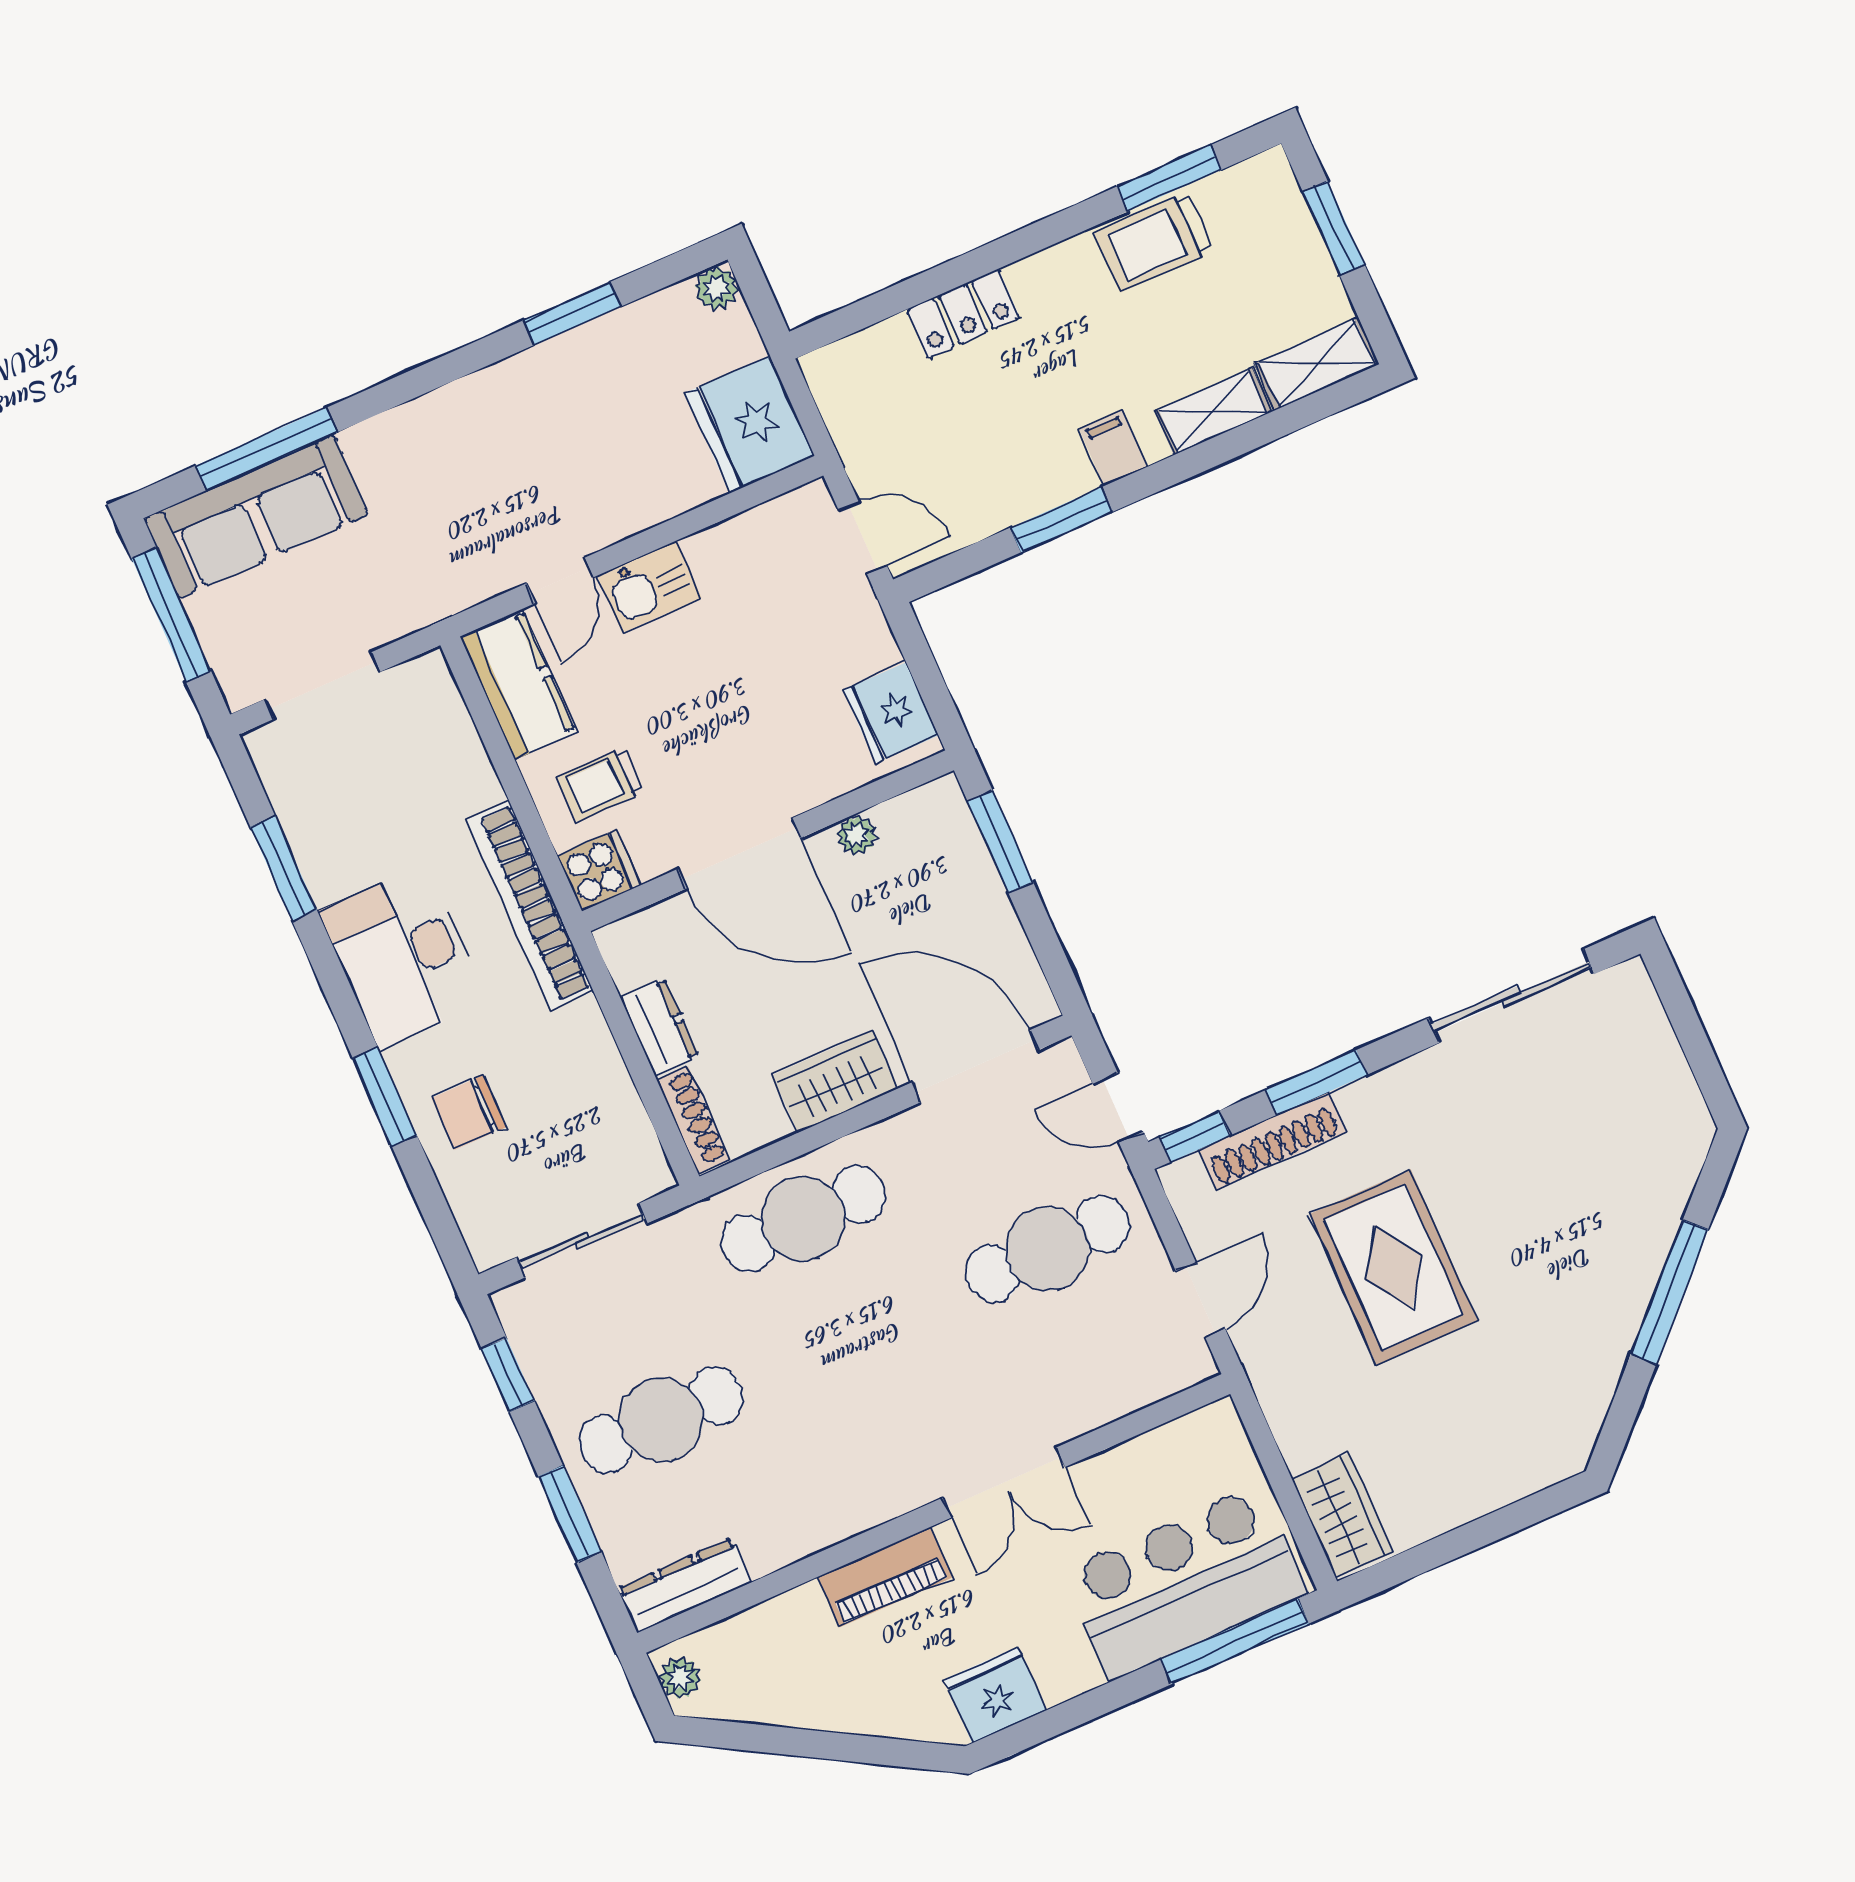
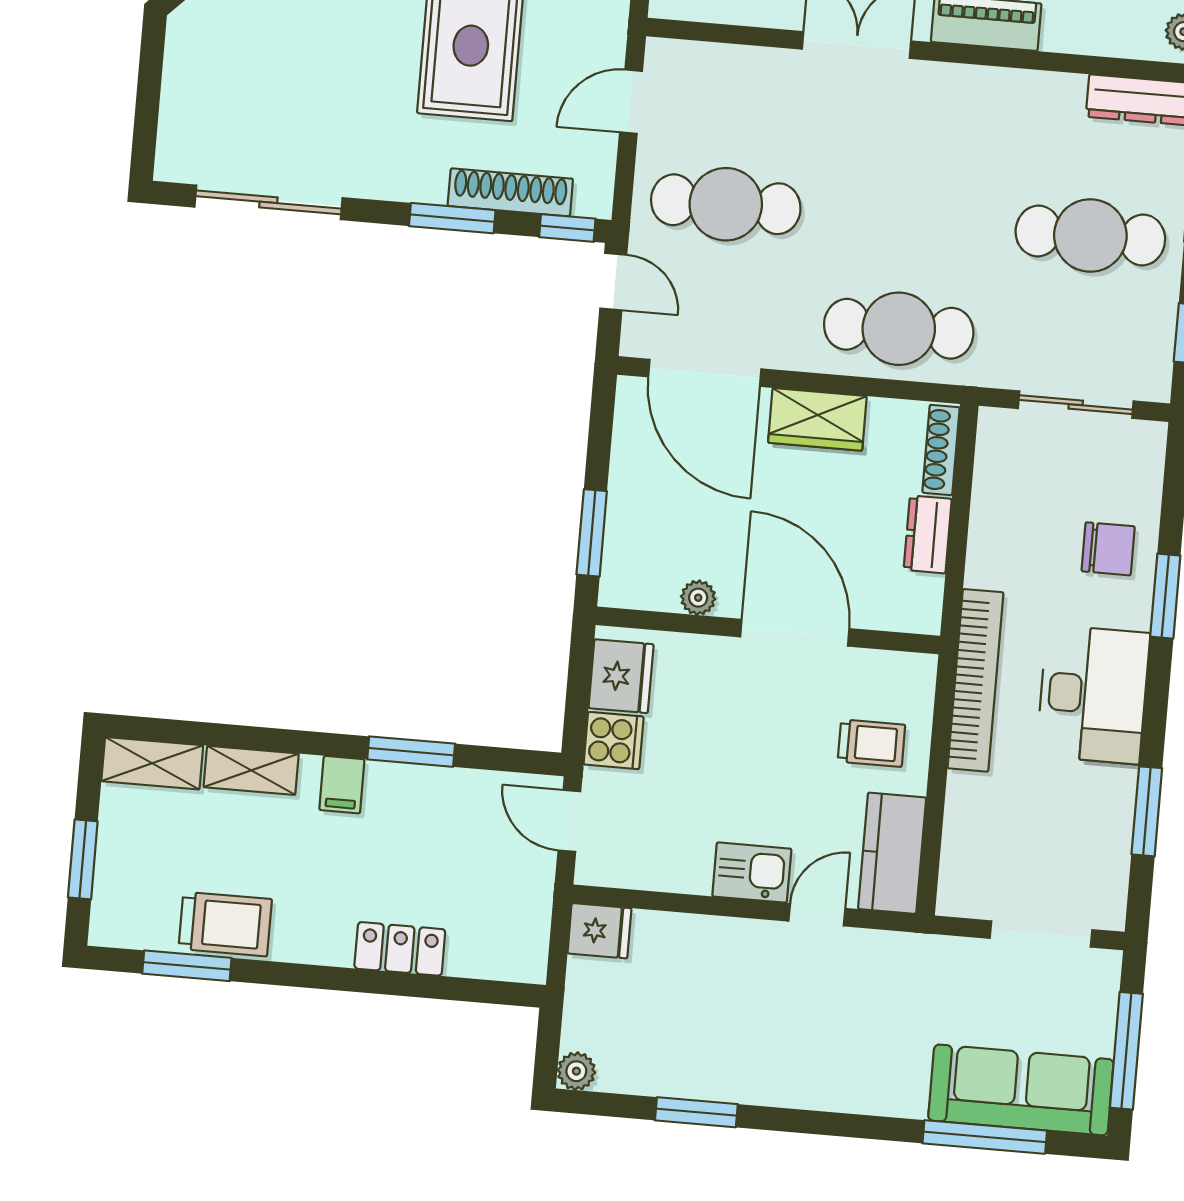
fridge: (750, 424) -> (599, 931), width x0.53, depth x0.75
cooker: (599, 870) -> (614, 741), moved, turned 180

